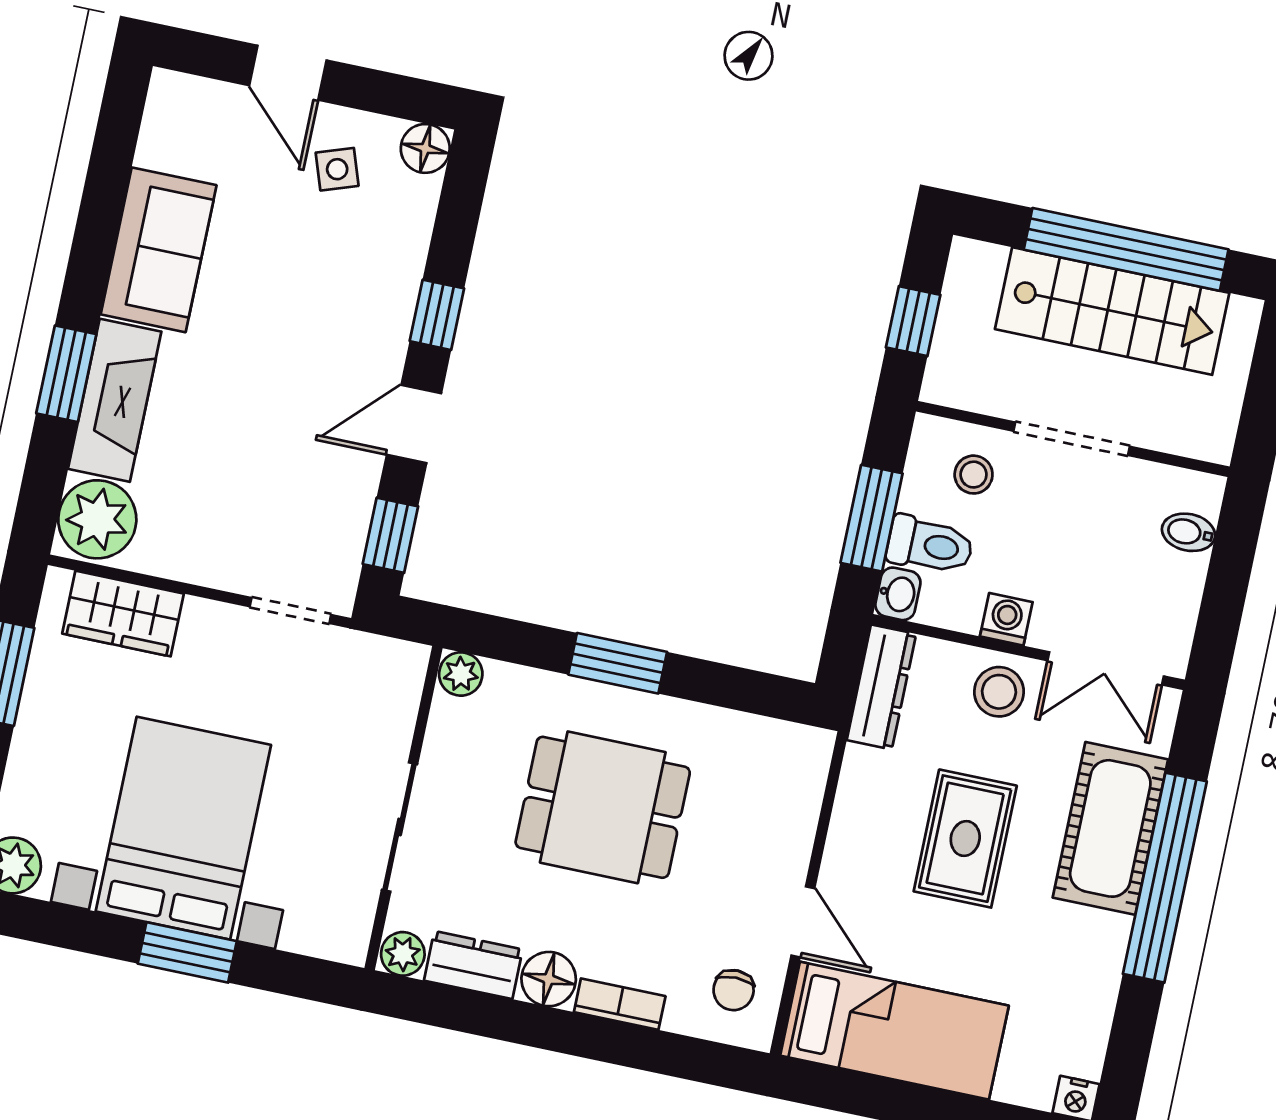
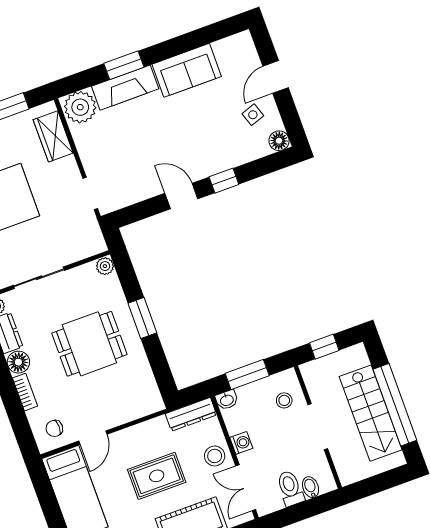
window: (390, 535) -> (138, 212), removed
toilet: (930, 545) -> (290, 488), moved, turned 180
dining table: (603, 807) -> (89, 344), turned 90

